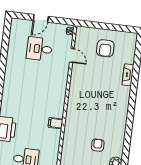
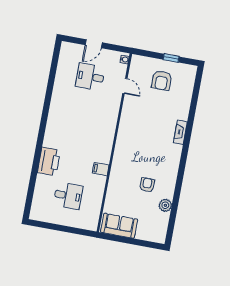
window: (113, 27) -> (171, 58), added
fireplace: (128, 75) -> (180, 132), moved
filing cabinet: (56, 123) -> (101, 169), moved

